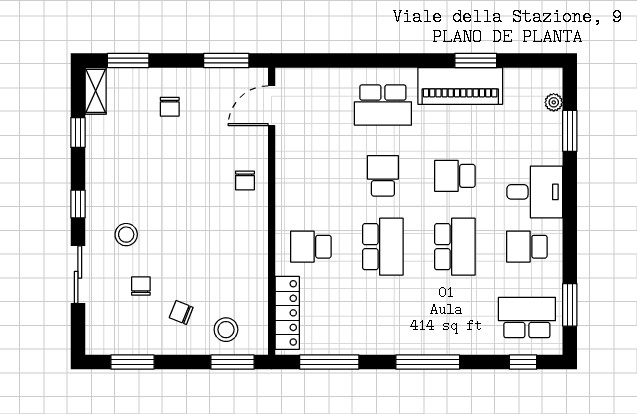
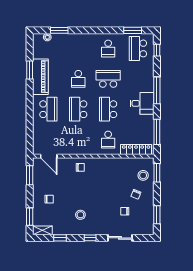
school desk: (383, 176) -> (78, 109), width x1.85
desk: (535, 192) -> (142, 103), moved, turned 90
stool: (126, 235) -> (80, 215), moved
school desk: (383, 247) -> (108, 109), turned -90

